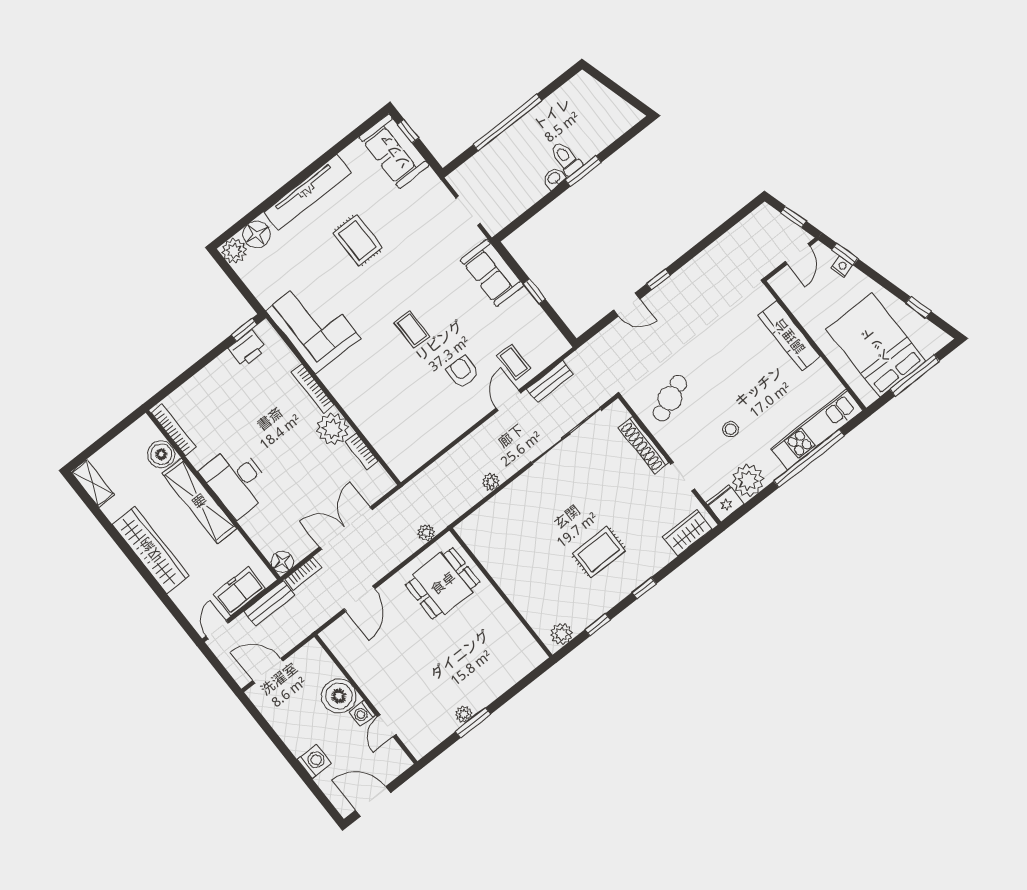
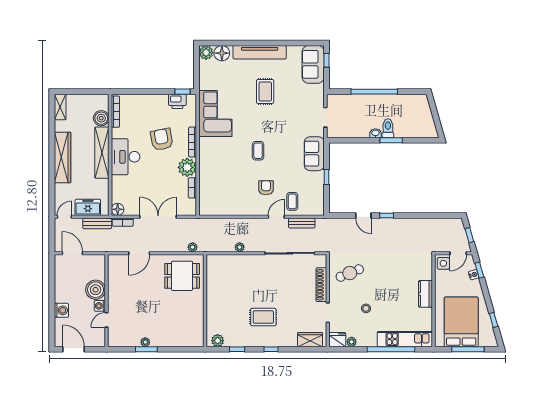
side table: (788, 284) -> (443, 263), added
kitchen counter: (789, 336) -> (425, 294), width x0.67
armchair: (267, 418) -> (162, 139), added
plant: (748, 480) -> (352, 342), width x0.53, depth x0.53

